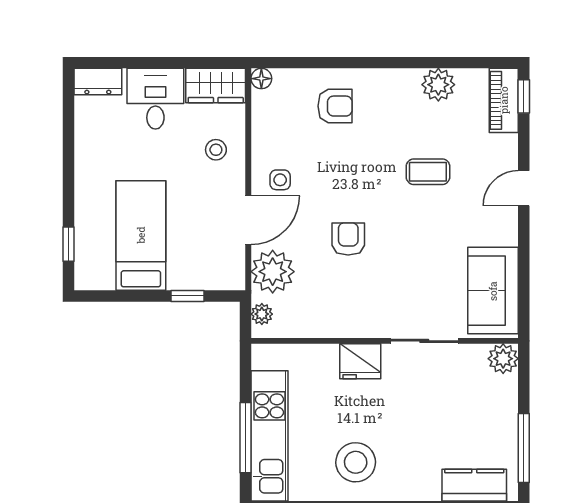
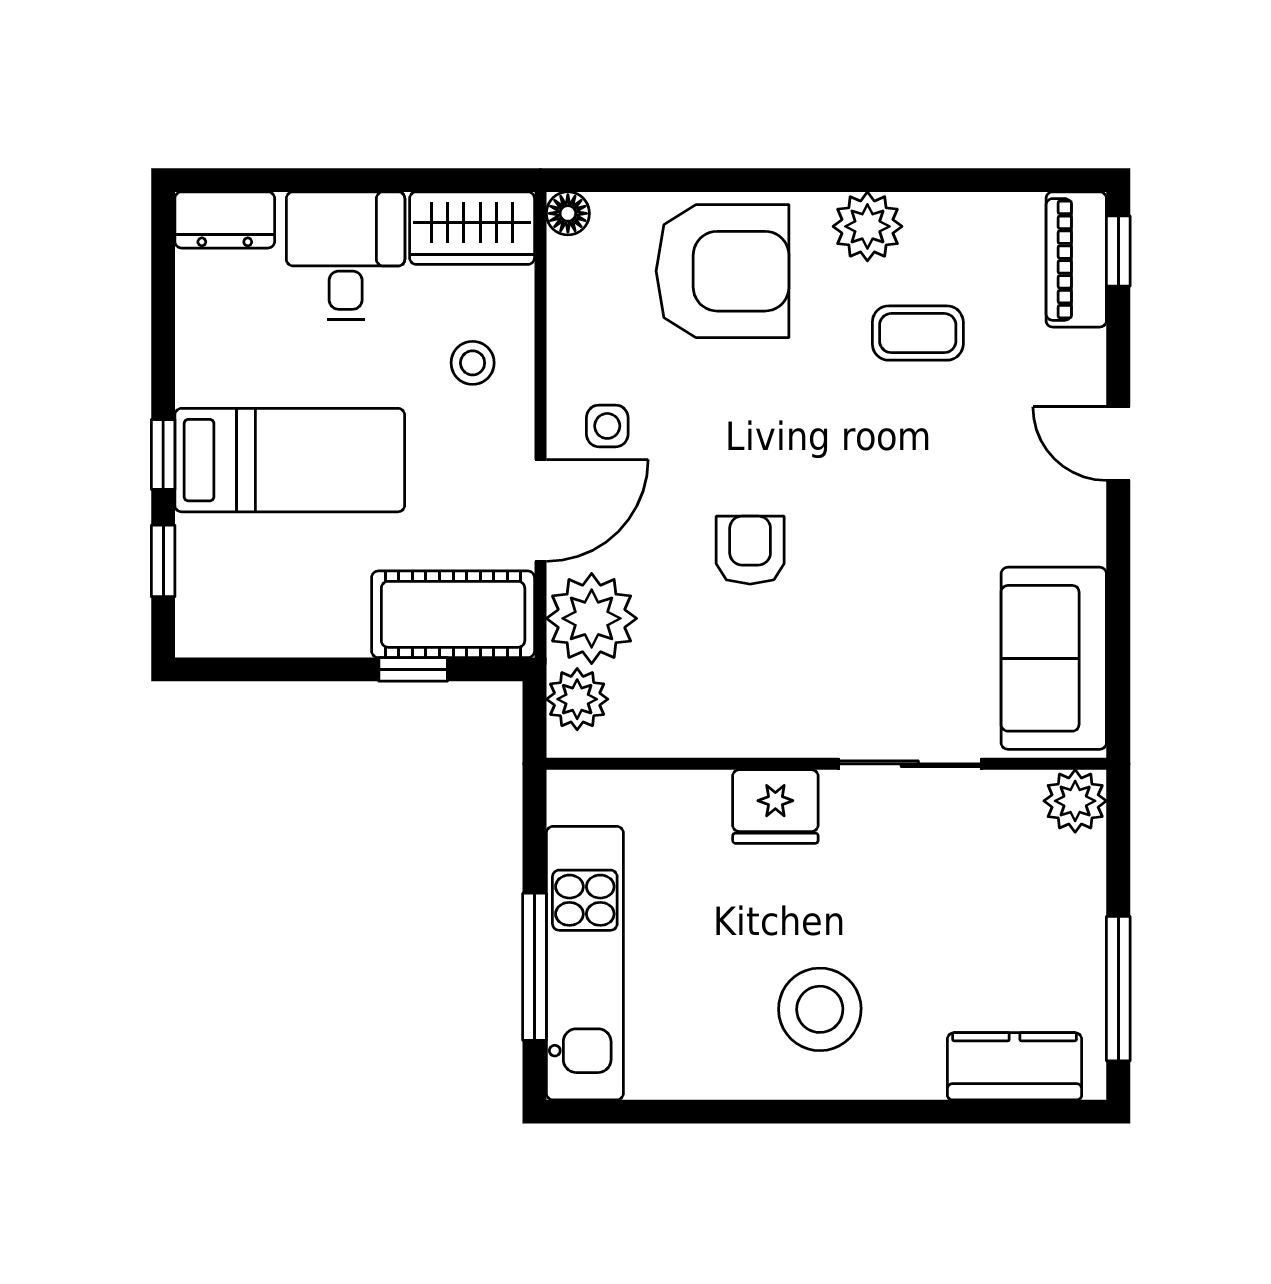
plant: (438, 85) -> (867, 226), moved
armchair: (335, 106) -> (722, 271), width x1.88, depth x1.88
coffee table: (428, 172) -> (918, 333), moved
door: (524, 188) -> (1118, 444), hinge flipped
window: (68, 193) -> (163, 455), added
bed: (141, 235) -> (290, 460), moved, turned 90
cot: (207, 270) -> (453, 614), added
plant: (262, 314) -> (577, 699), width x1.38, depth x1.38
stool: (356, 462) -> (820, 1009), moved

